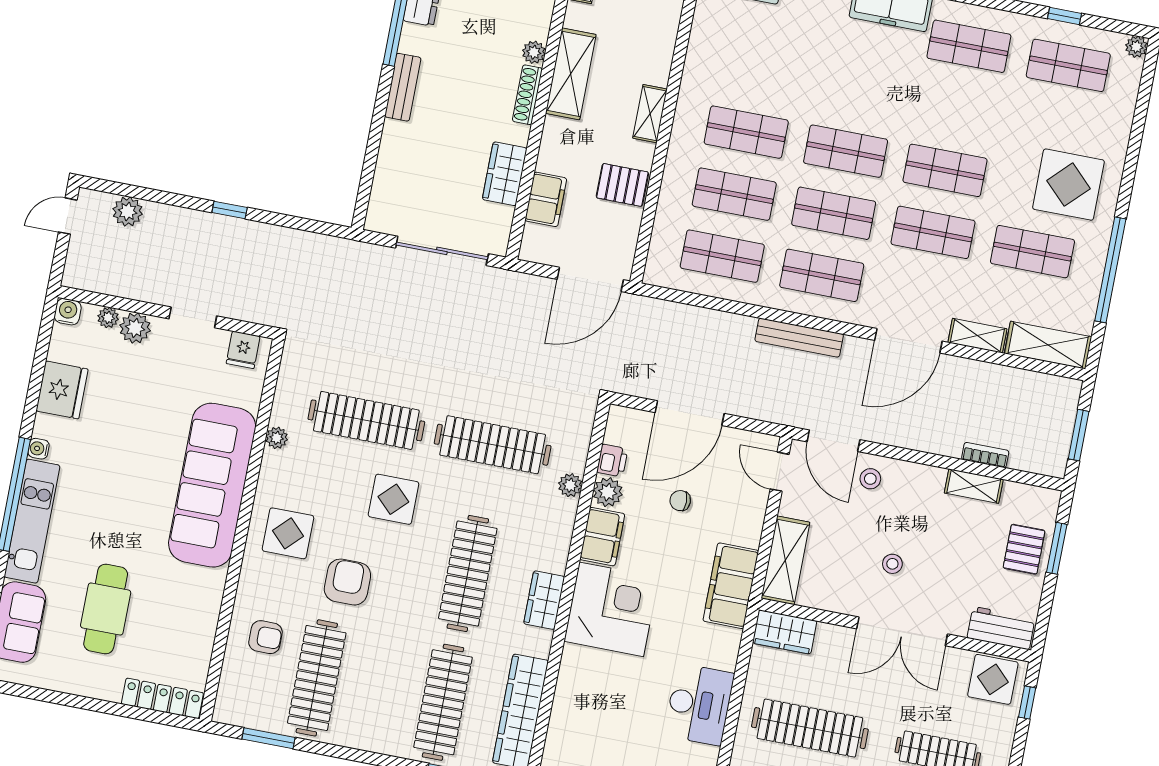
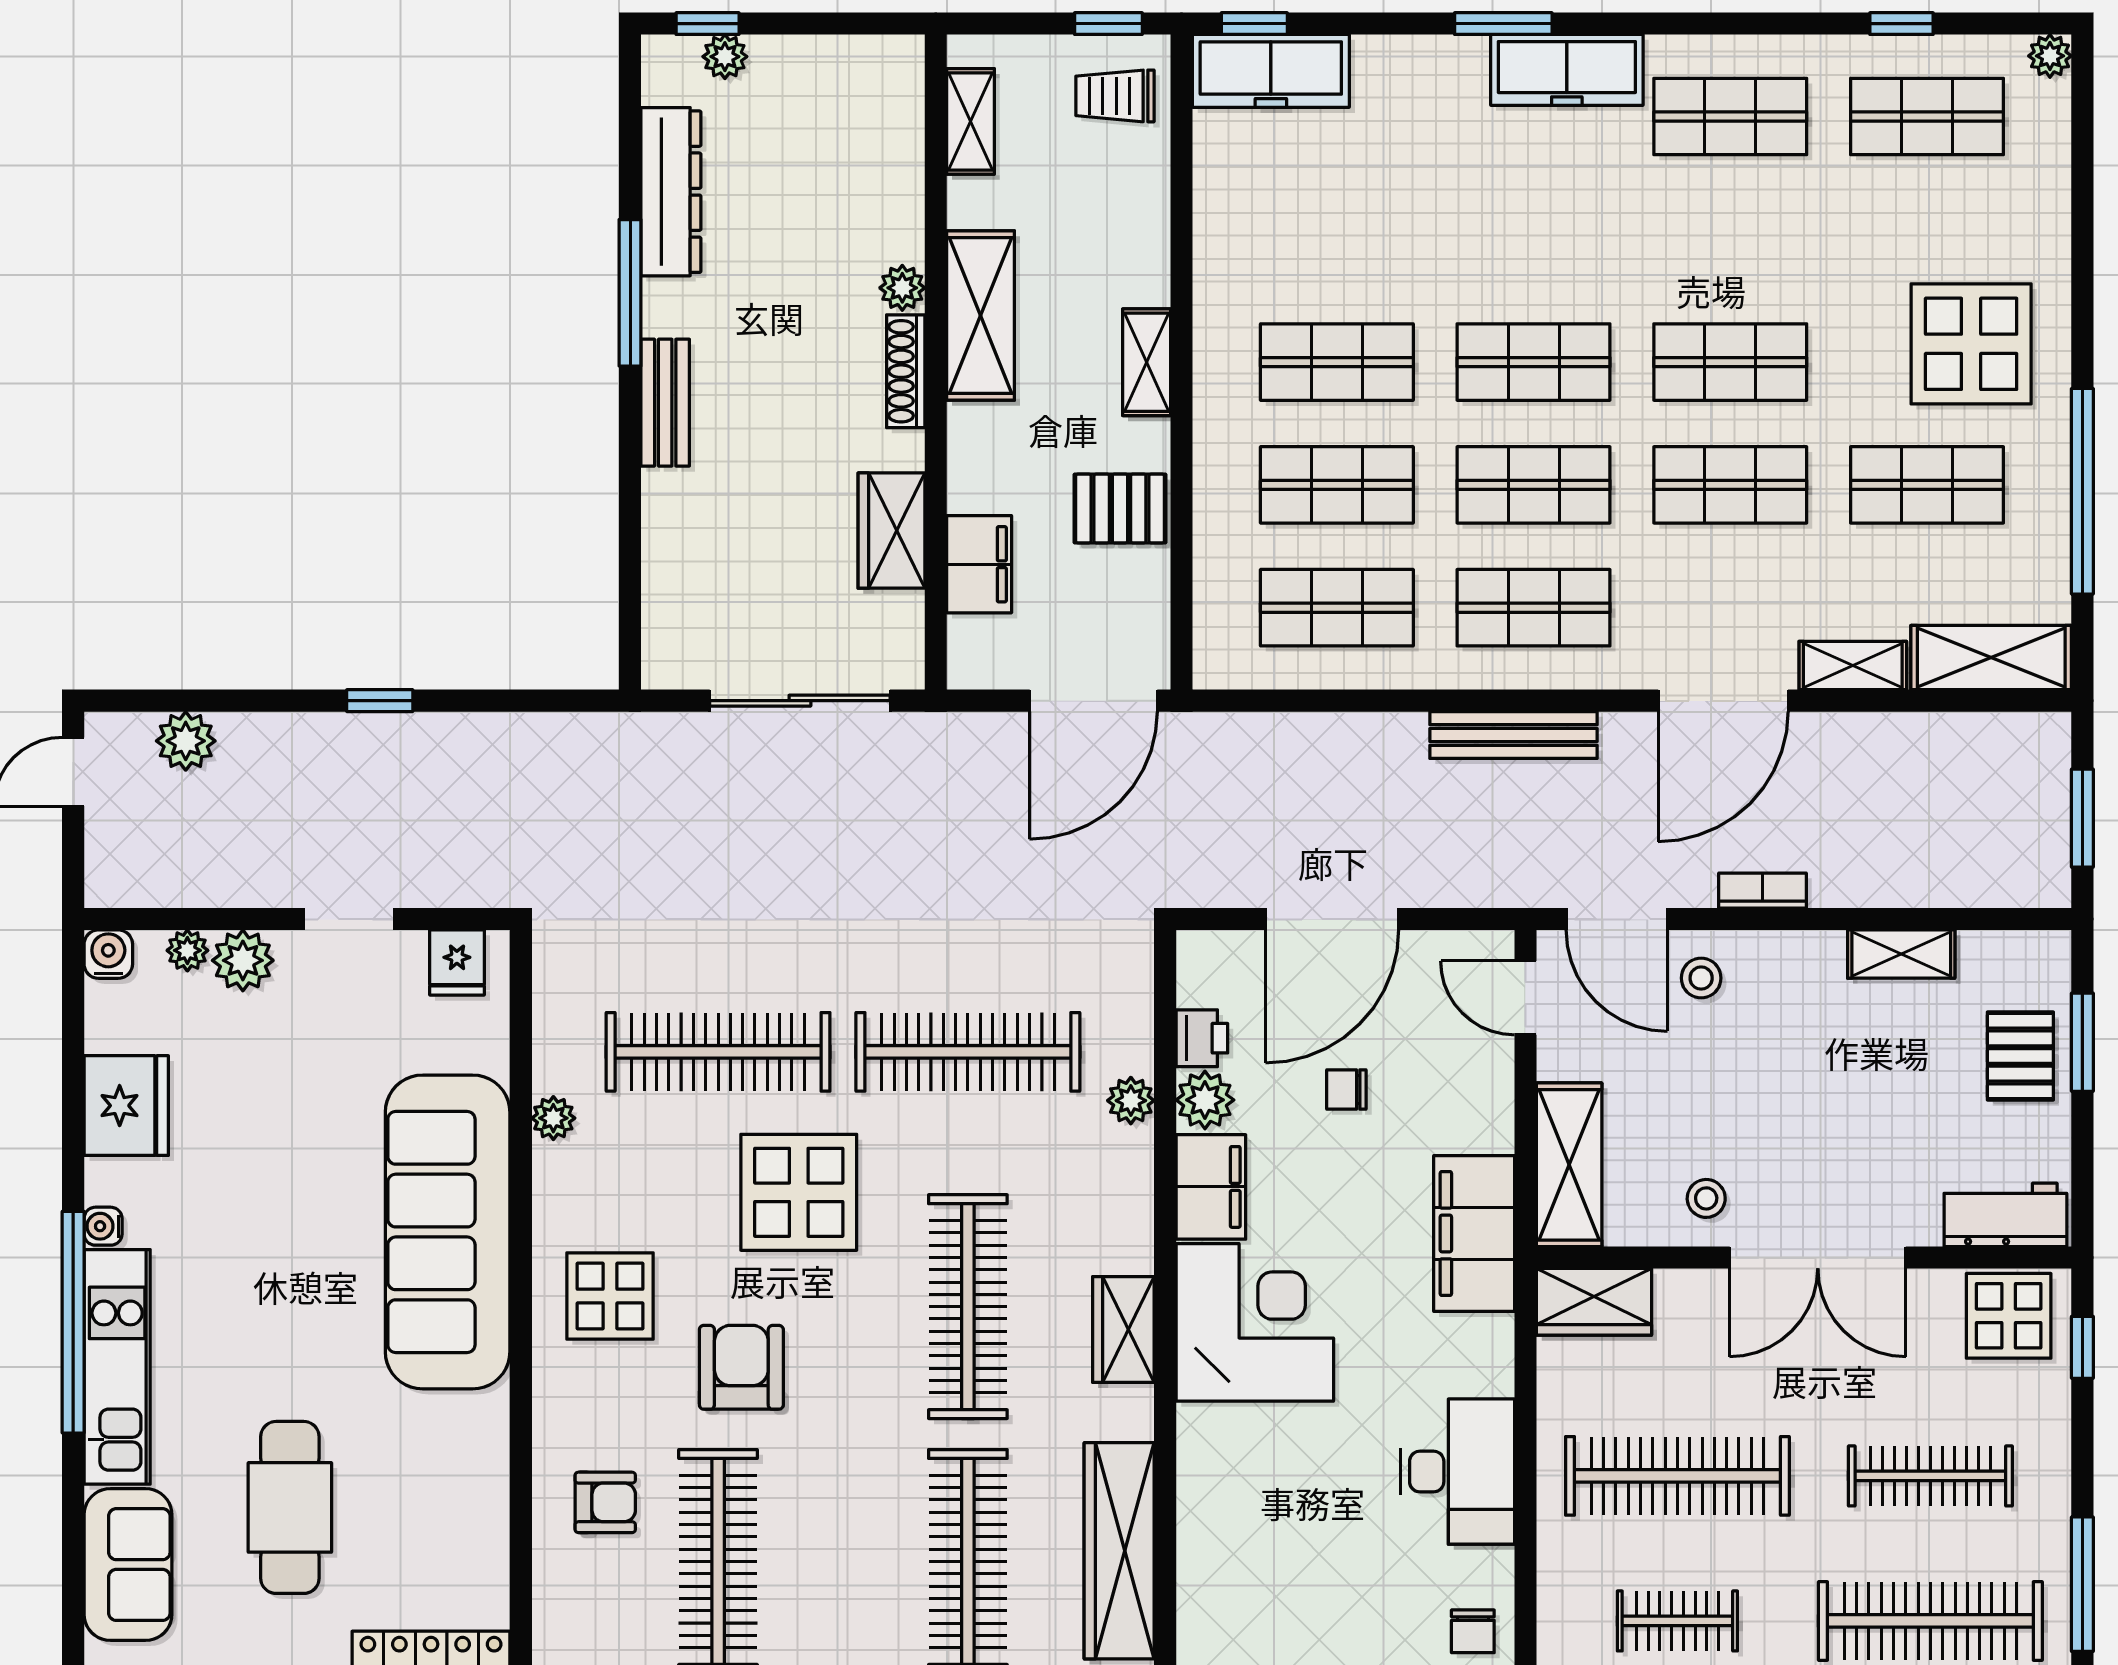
bookcase: (985, 455) -> (1762, 891), moved
display table: (393, 499) -> (799, 1192), width x1.36, depth x1.36
stool: (892, 564) -> (1706, 1198), moved

